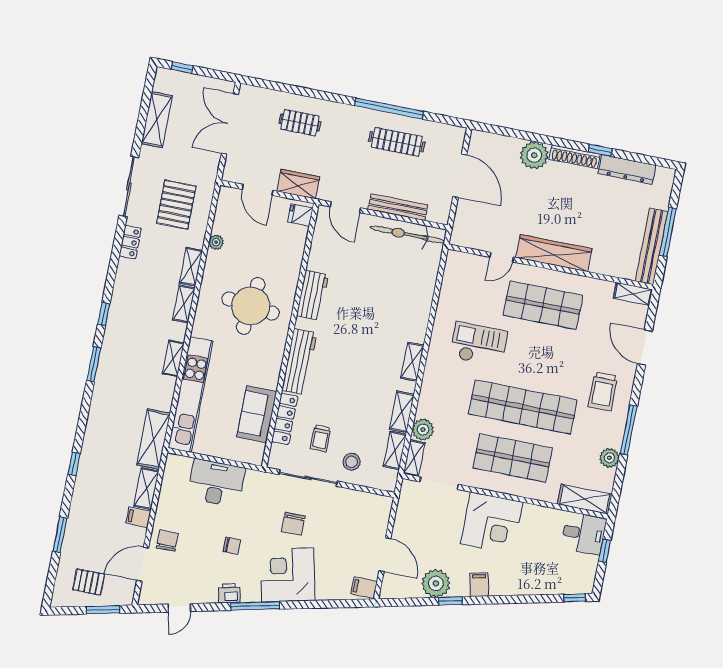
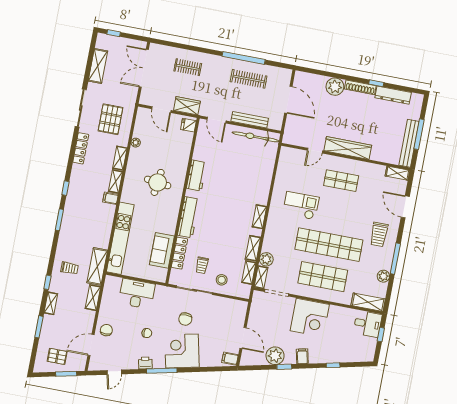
locker: (130, 242) -> (81, 148), width x1.53
shop shelf: (543, 305) -> (341, 181), width x0.70, depth x0.74
round table: (251, 306) -> (158, 182), width x0.73, depth x0.73
shelving: (173, 358) -> (51, 303), moved
trolley: (109, 441) -> (70, 268), added
filing cabinet: (138, 517) -> (110, 198), moved
window: (575, 598) -> (333, 365), moved

